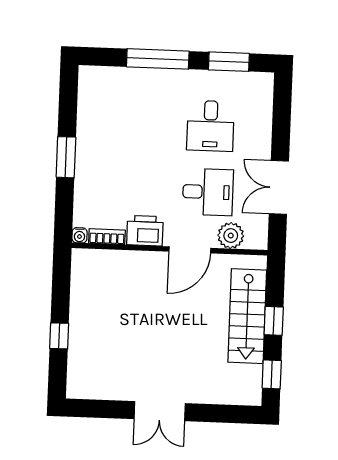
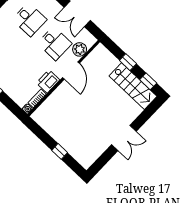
desk: (208, 192) -> (55, 43), turned 90
stairs: (247, 316) -> (133, 86), moved

